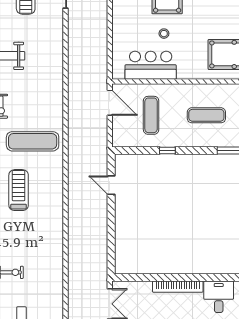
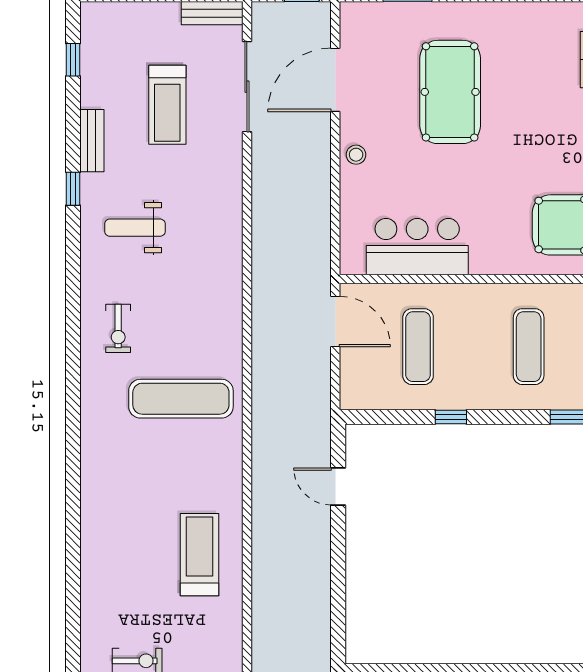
stool: (164, 34) -> (356, 155), moved
exercise mat: (206, 115) -> (529, 347), turned 90
treadmill: (19, 190) -> (199, 555), moved

